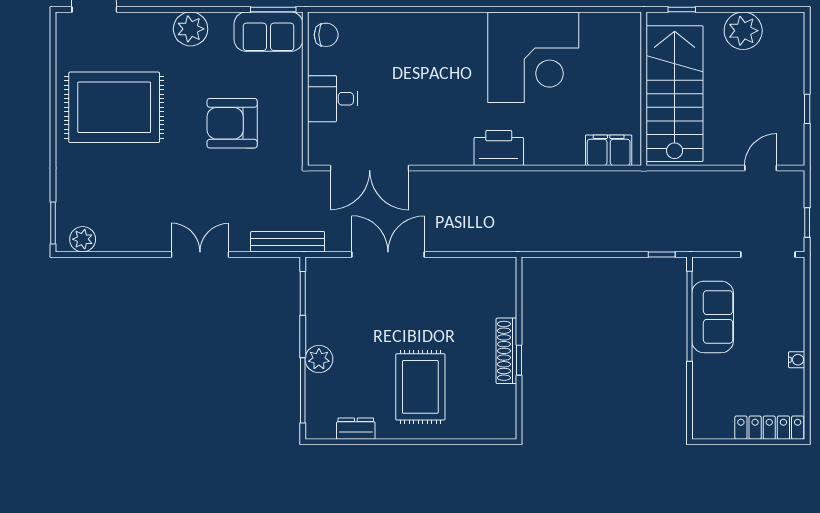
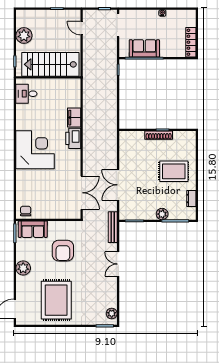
sofa: (269, 32) -> (33, 229), moved, turned 90
corner desk: (533, 57) -> (35, 150), moved
desk: (332, 99) -> (26, 94), moved, turned 90
filing cabinet: (609, 150) -> (74, 118), moved
locker: (769, 428) -> (191, 42), moved

